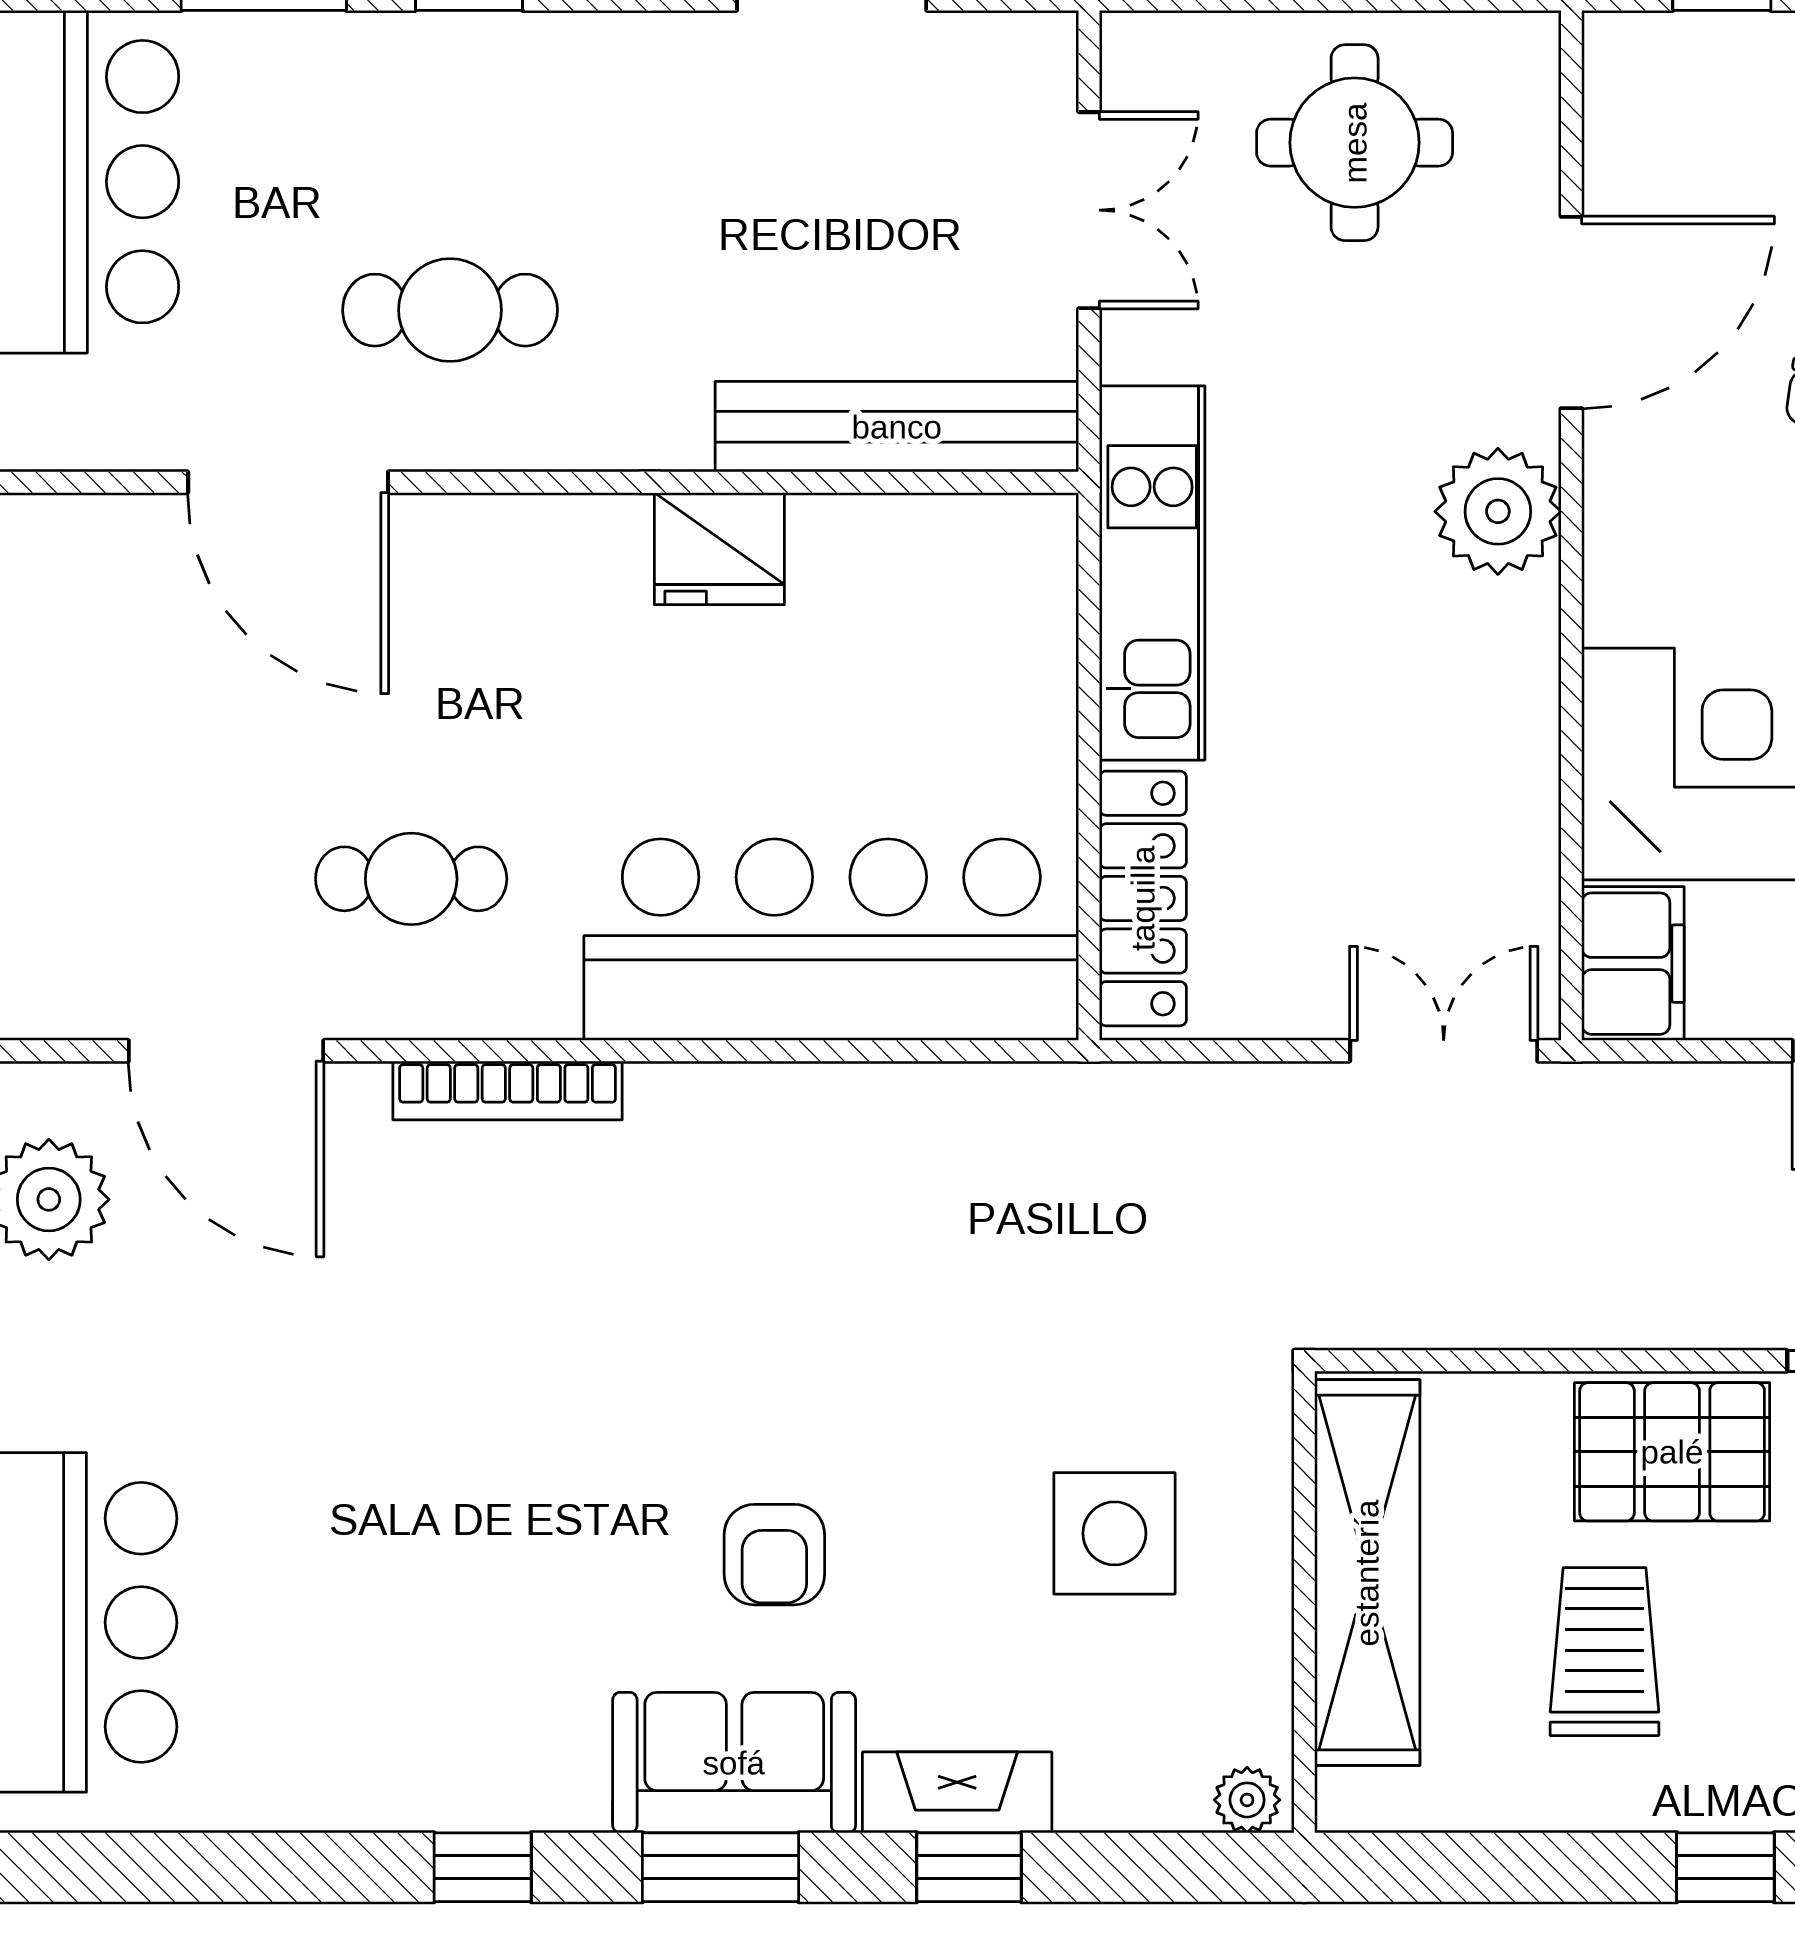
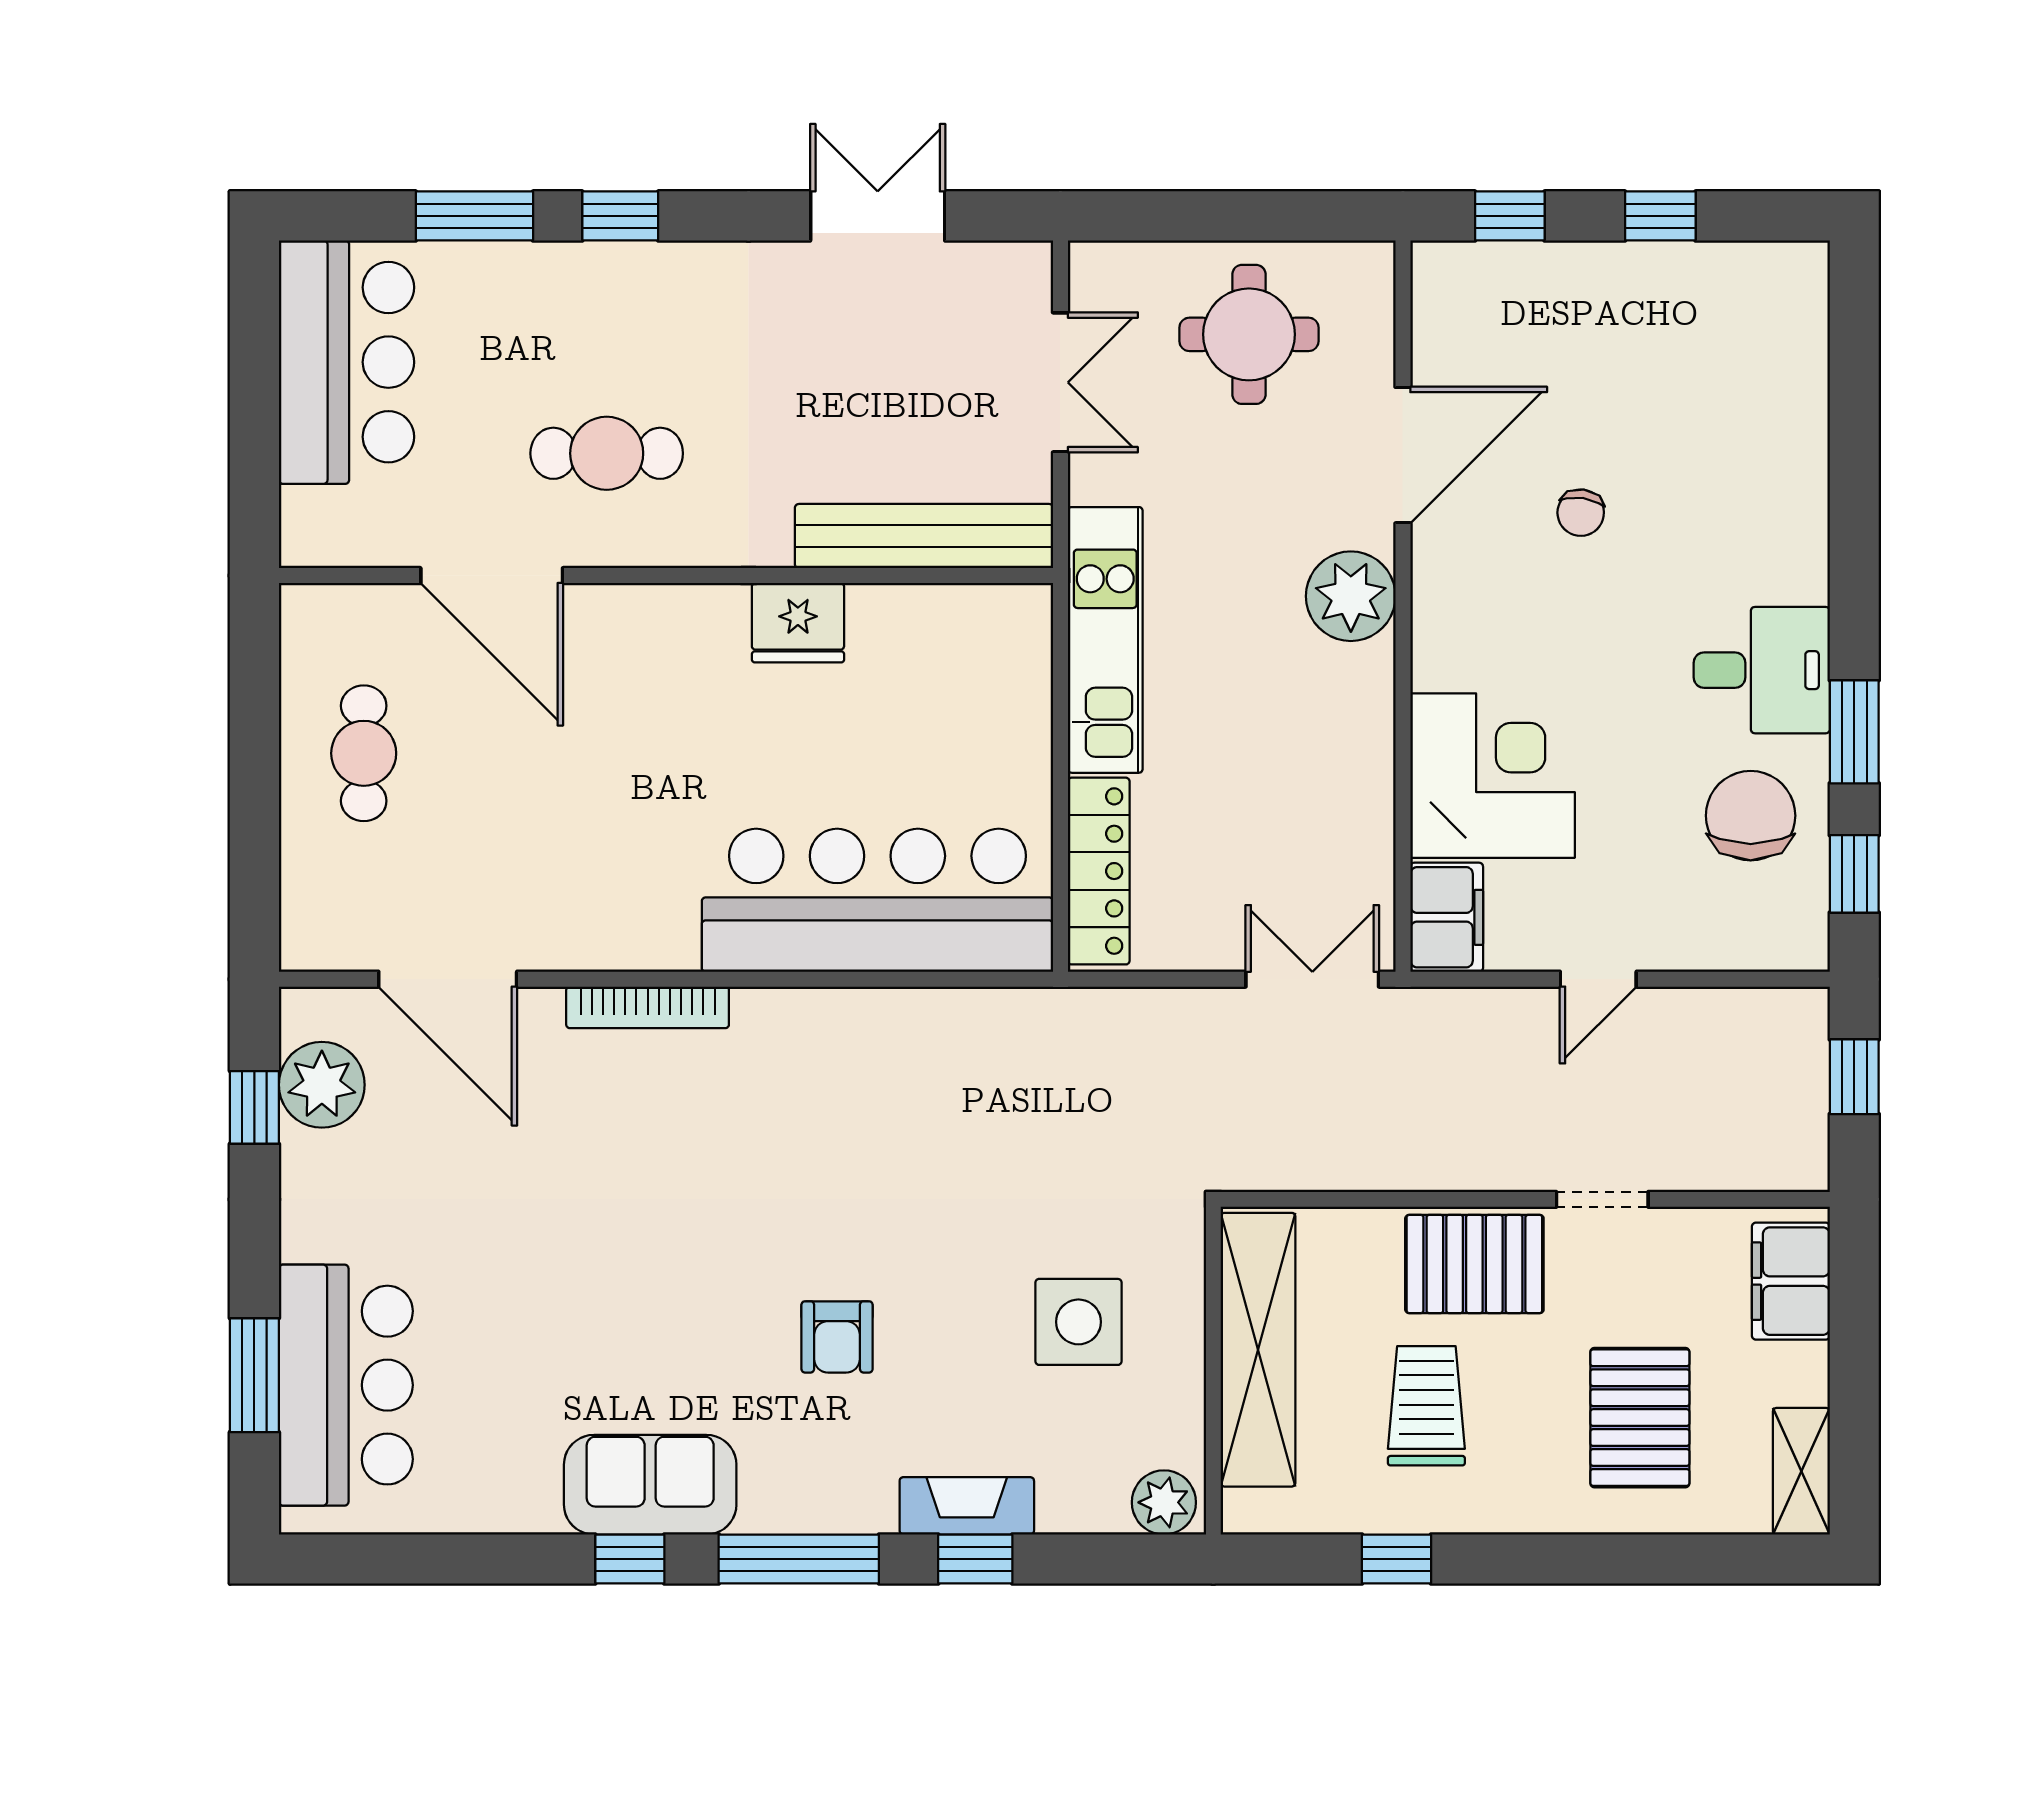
cafe table: (411, 879) -> (364, 753), moved, turned 90
sofa: (734, 1763) -> (650, 1485), moved
plant: (1247, 1800) -> (1164, 1502), width x1.38, depth x1.38
window: (721, 1867) -> (799, 1559), width x1.44
window: (1725, 1867) -> (1397, 1559), moved

